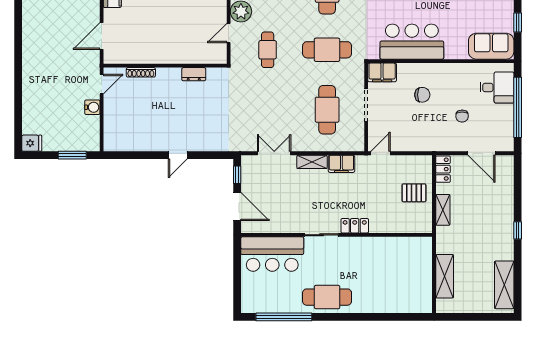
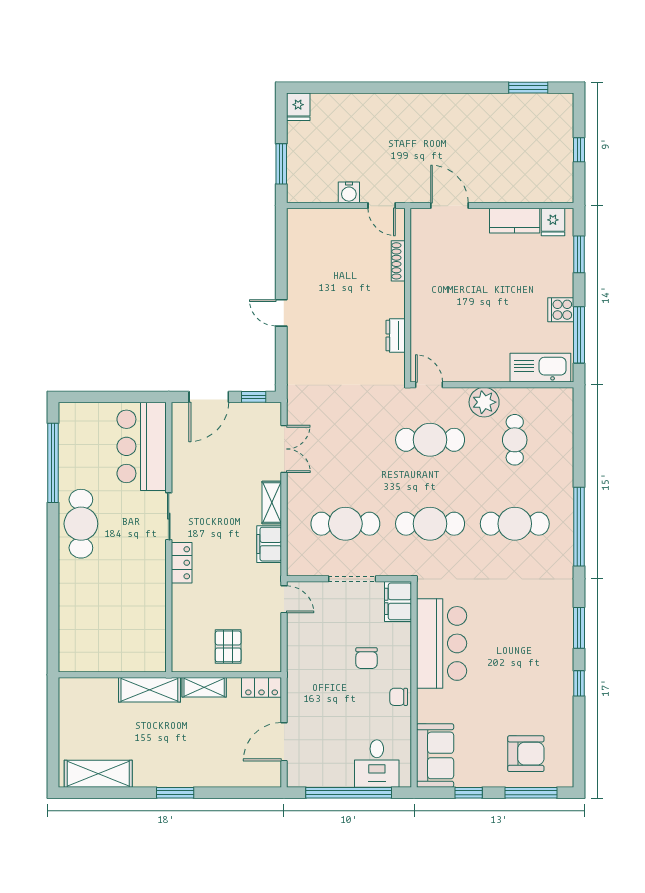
door: (229, 33) -> (429, 385), moved
cafe table: (268, 50) -> (430, 440), width x1.37, depth x1.35
cafe table: (327, 50) -> (430, 524), turned 90
chair: (462, 116) -> (399, 697), moved
window: (518, 230) -> (175, 793), width x1.50
shelving: (445, 276) -> (149, 690), moved

